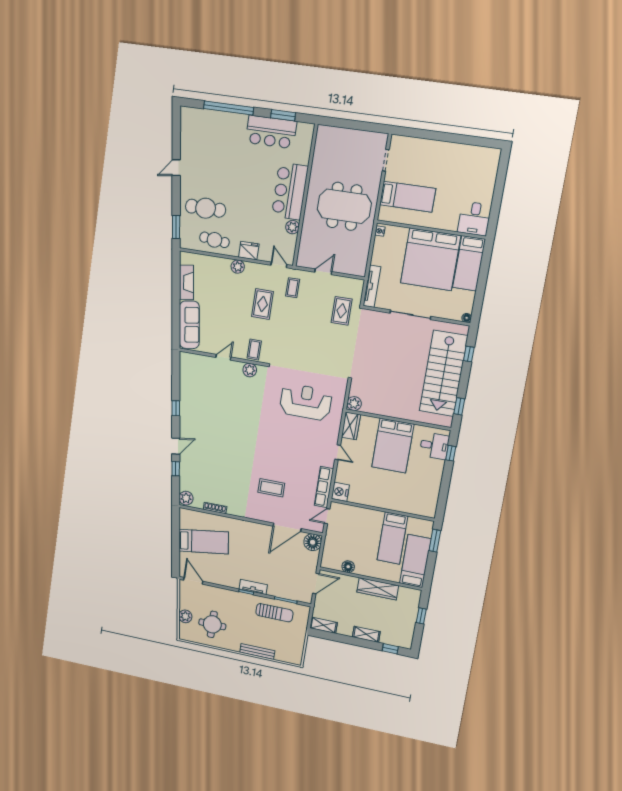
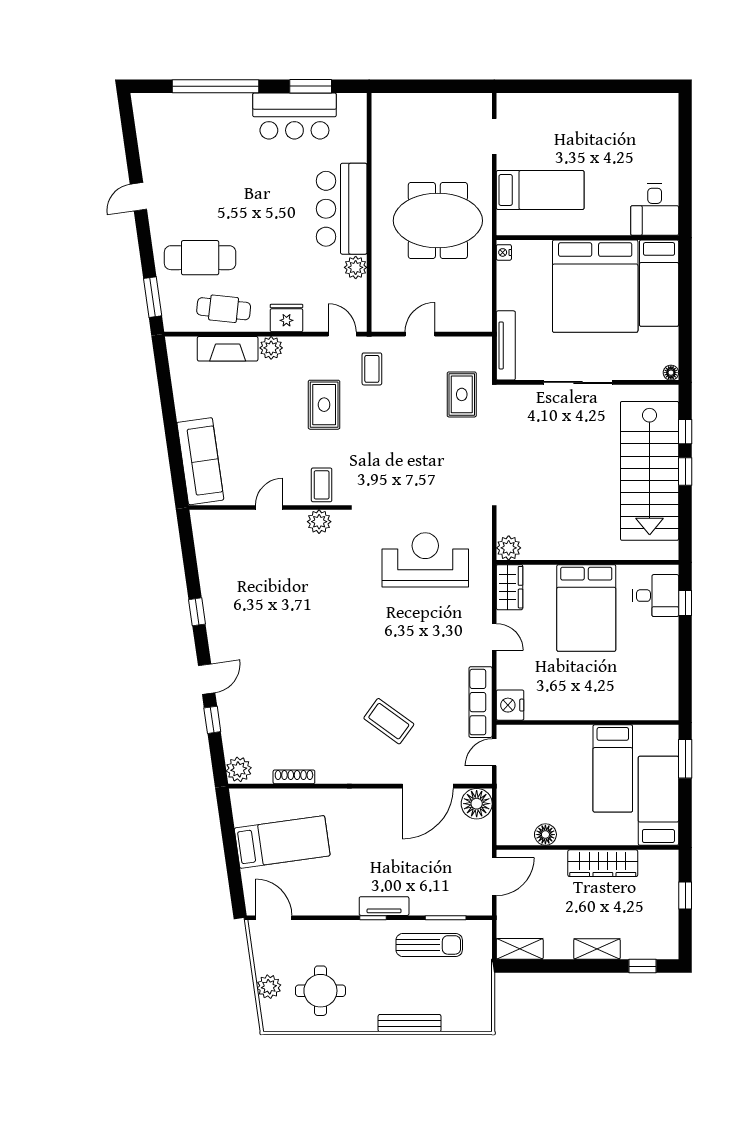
fireplace: (186, 282) -> (228, 349), moved, turned 98
window: (459, 406) -> (685, 472), moved
coffee table: (271, 488) -> (389, 721), turned 36

